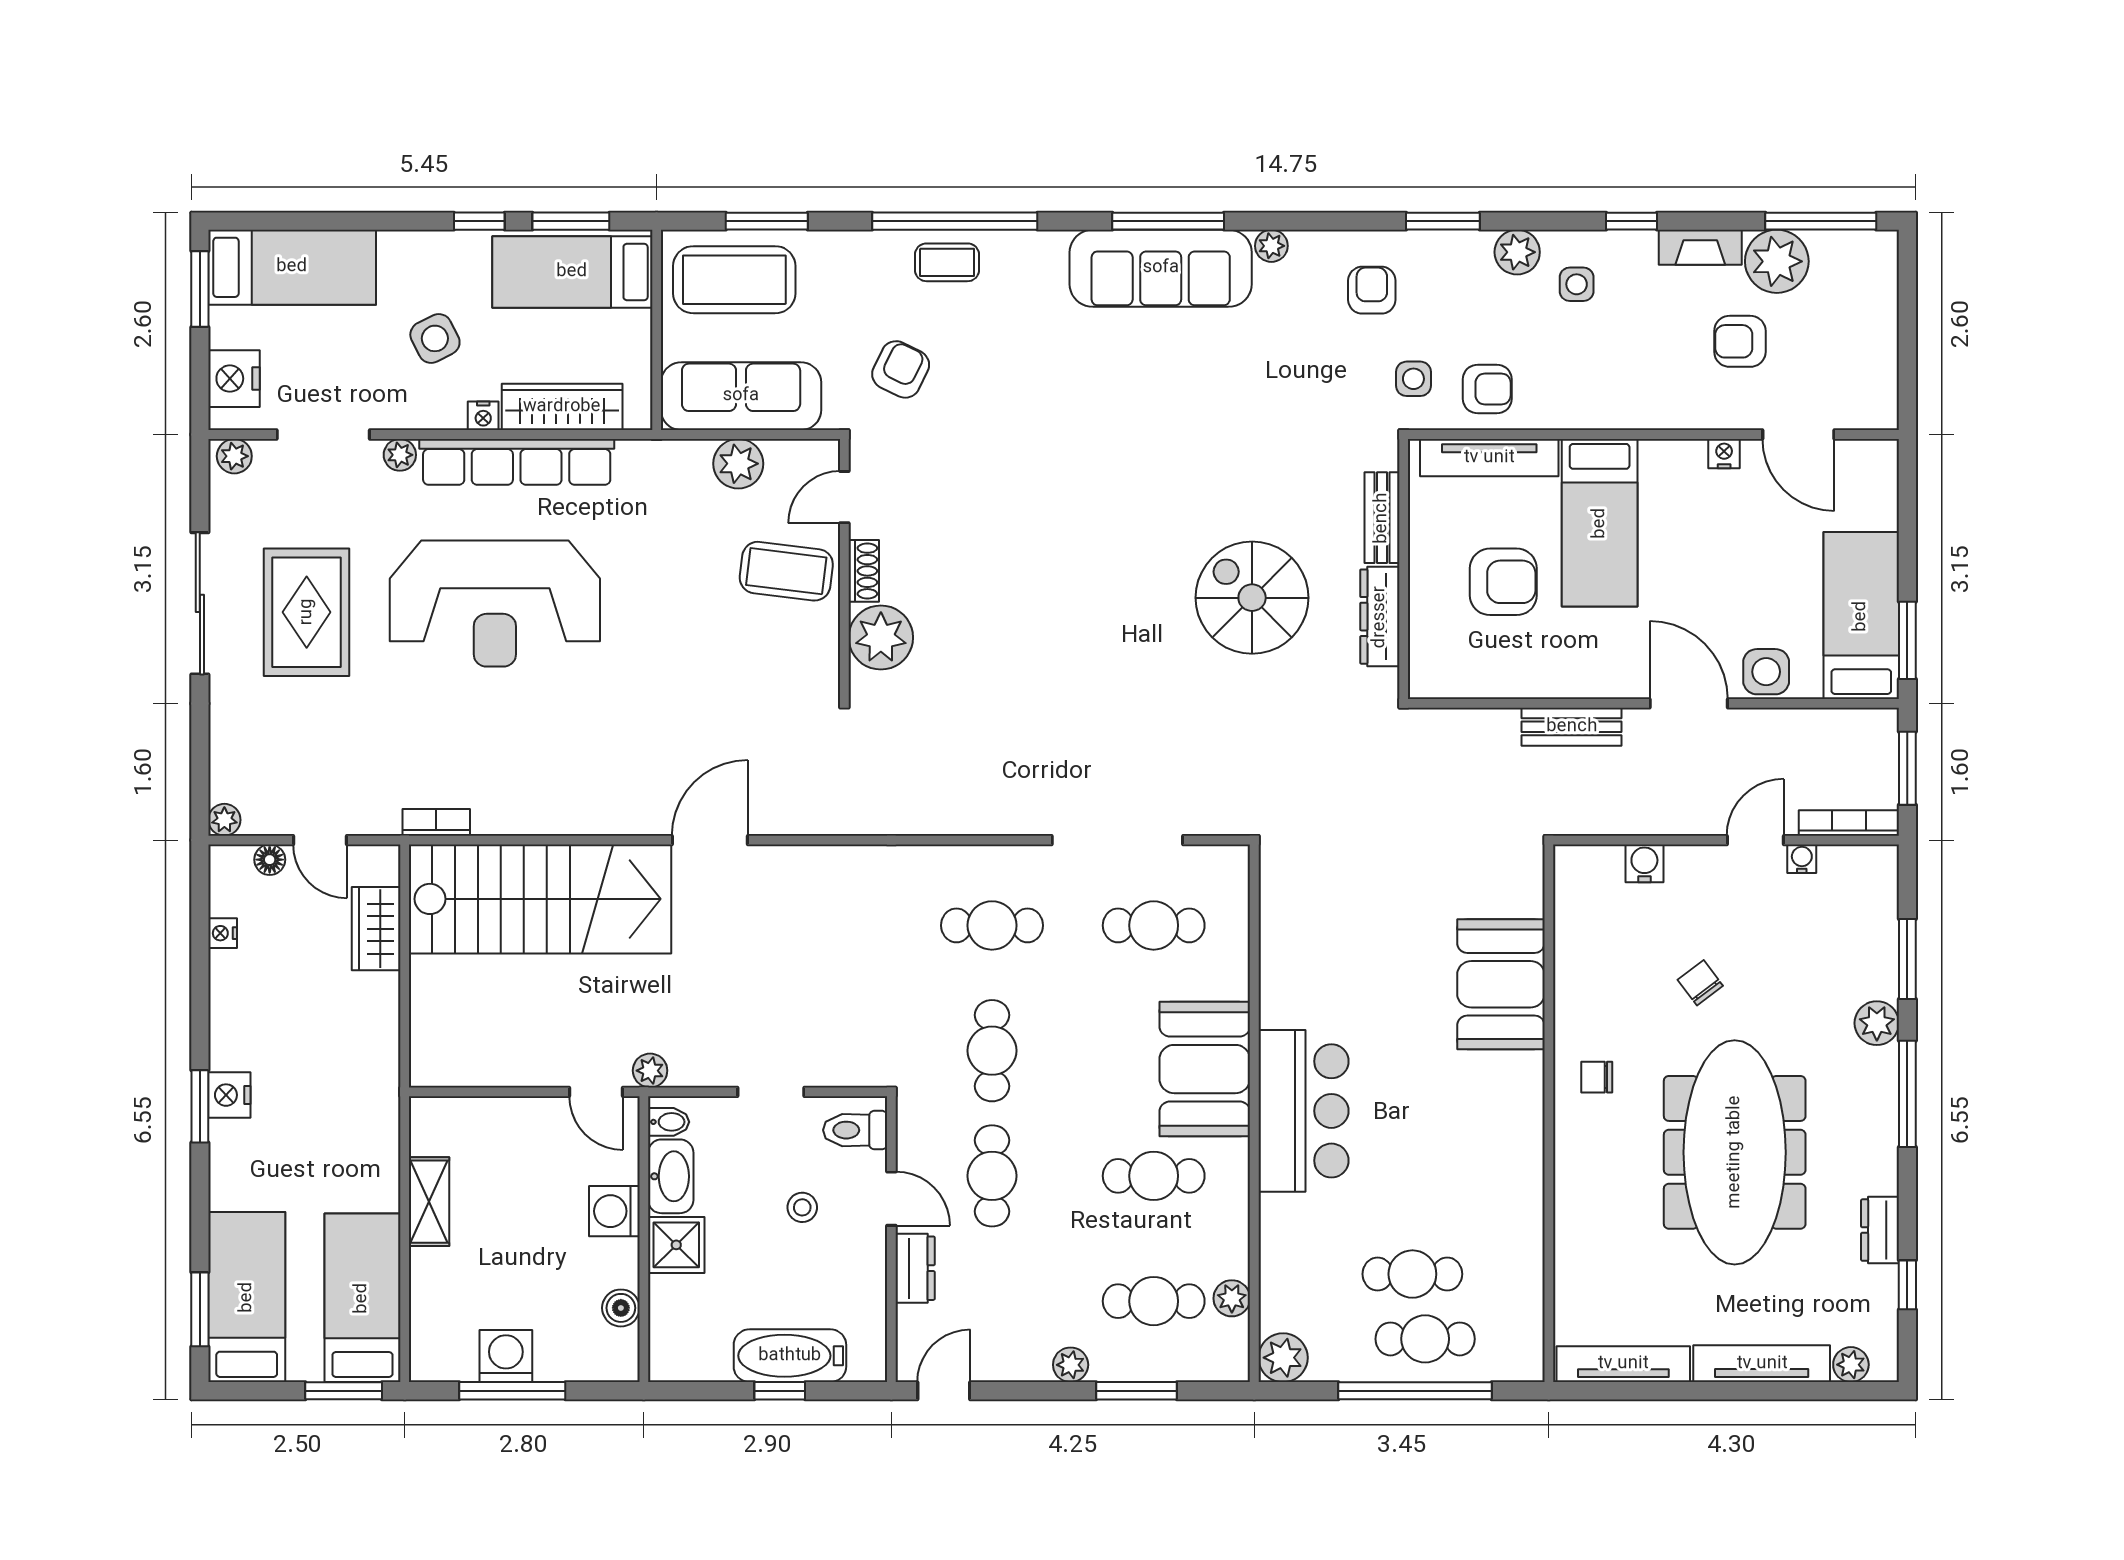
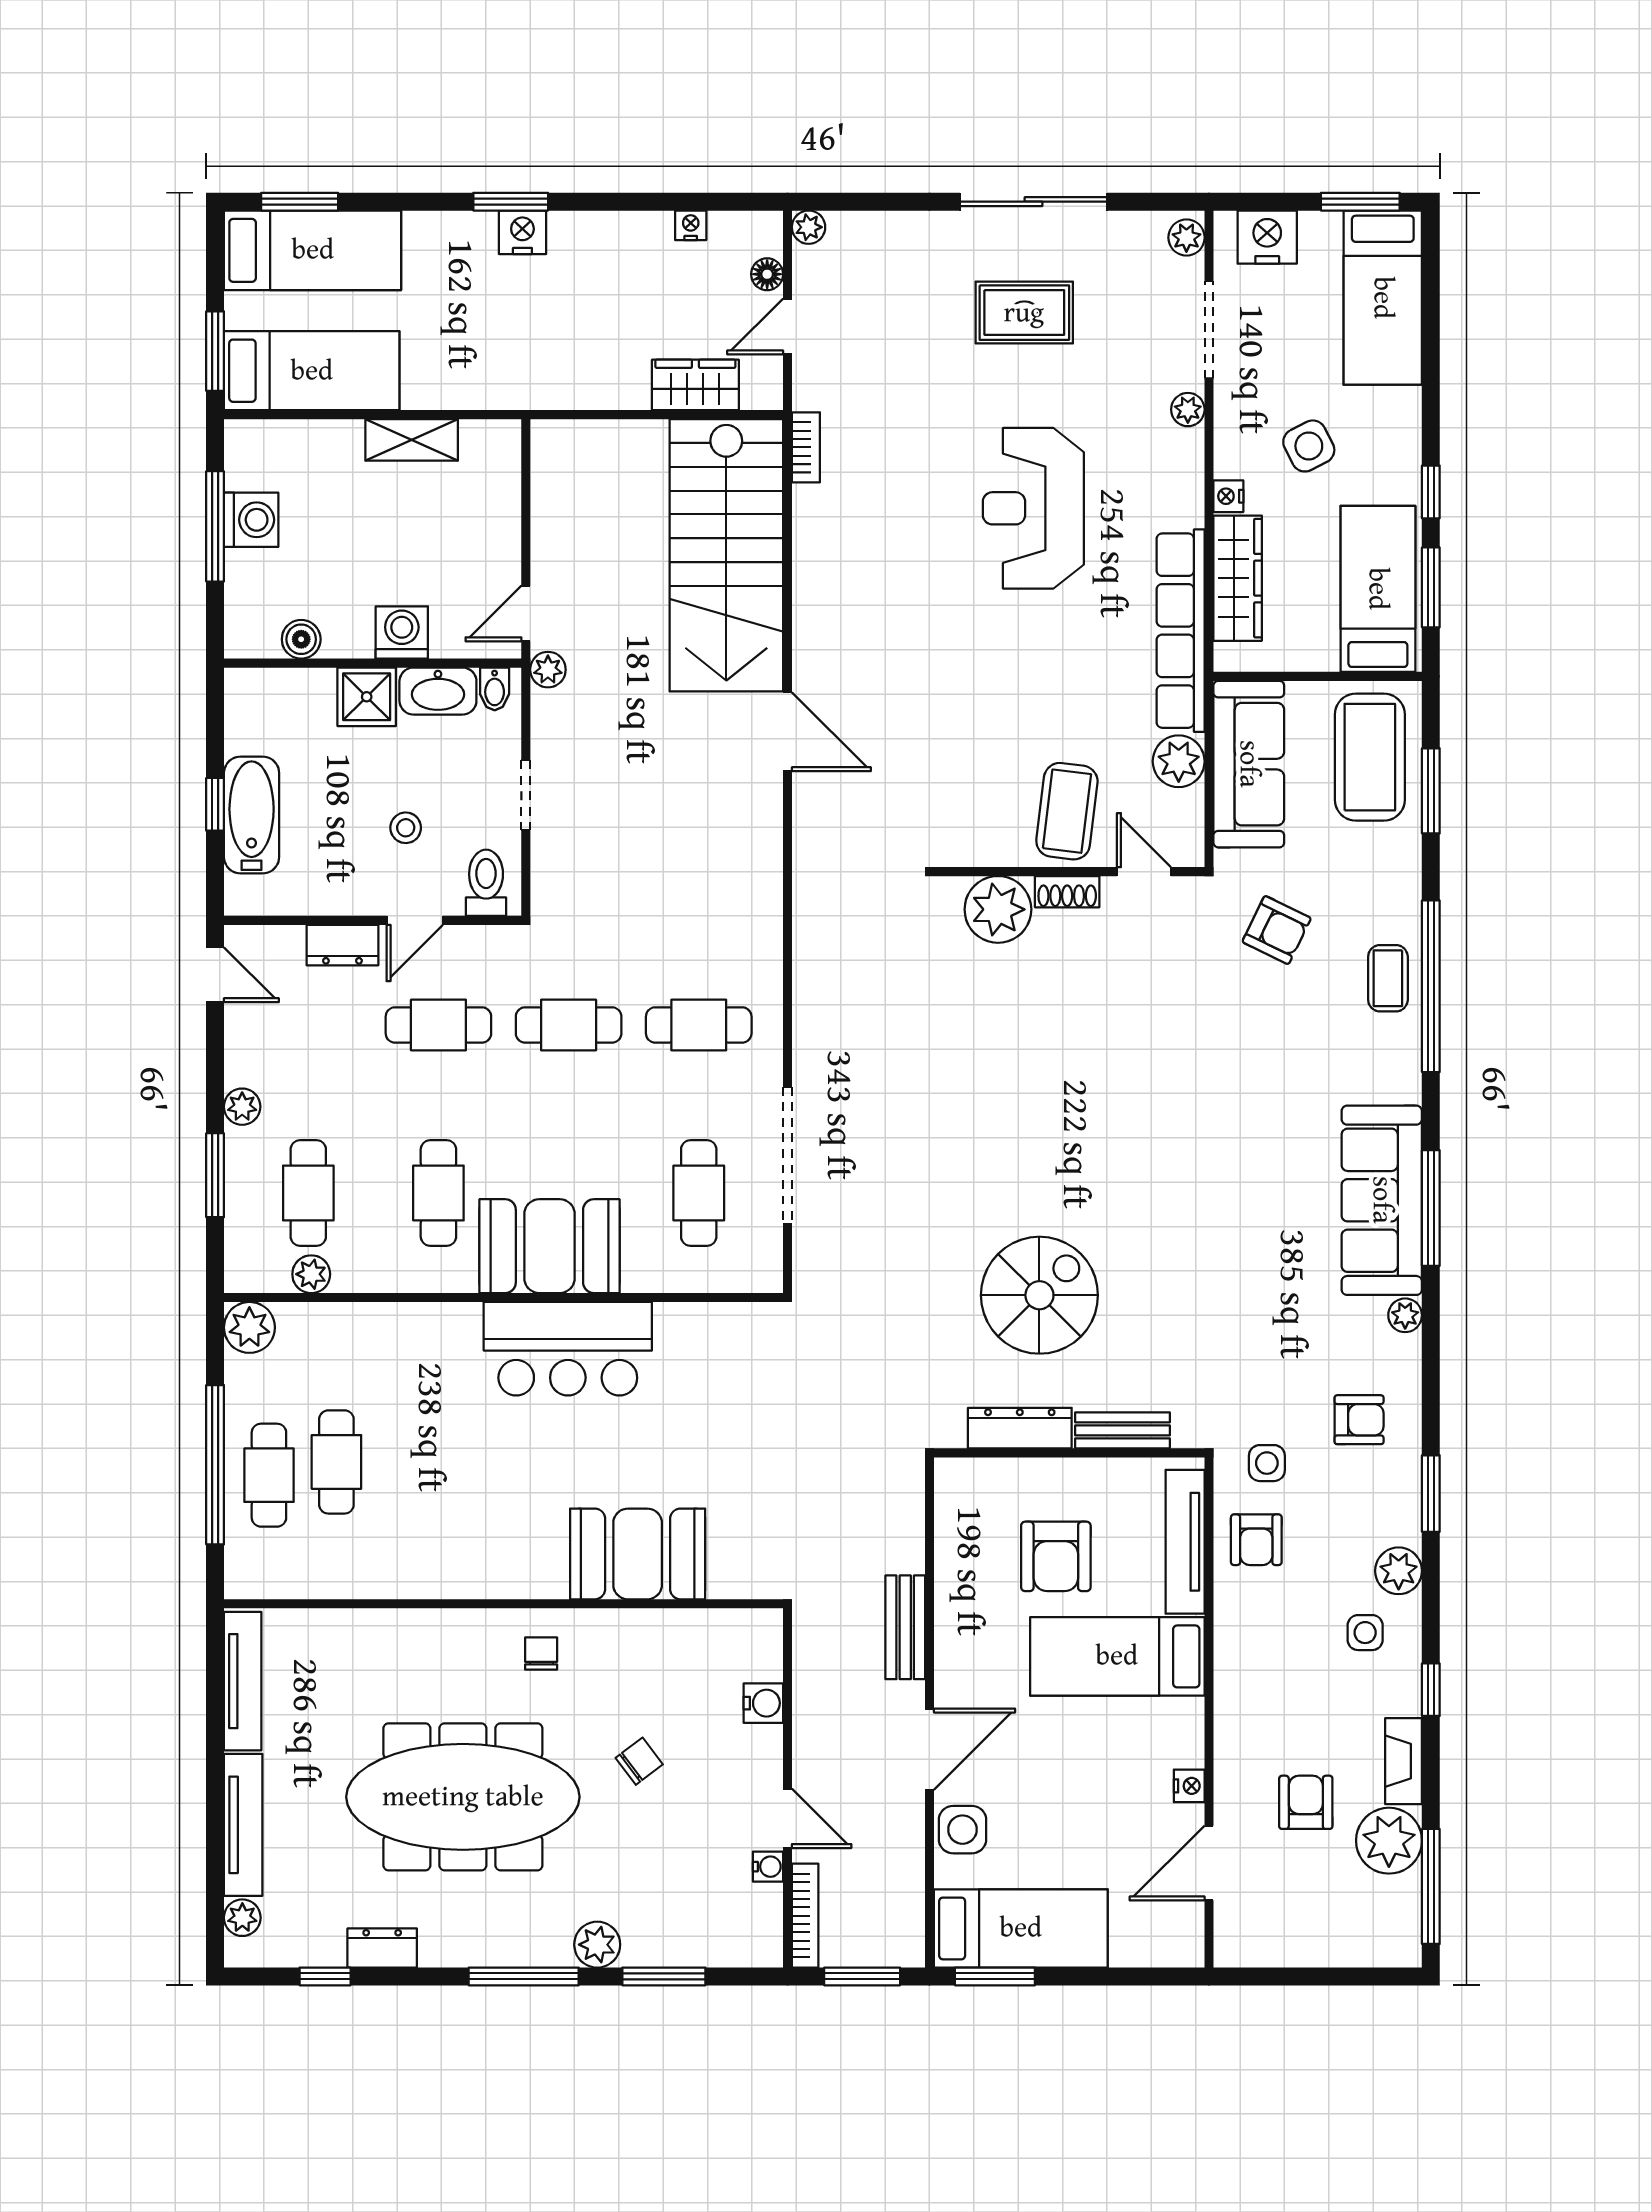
row of seats: (517, 462) -> (1181, 631), moved
reception desk: (495, 604) -> (1033, 508), width x0.74, depth x0.77
rug: (307, 612) -> (1024, 313), width x0.73, depth x0.70
cafe table: (992, 925) -> (699, 1025), turned 90
bar counter: (1304, 1111) -> (568, 1349), moved

